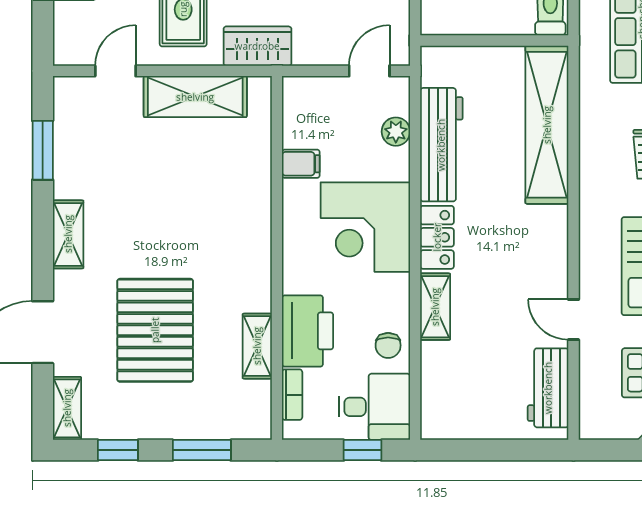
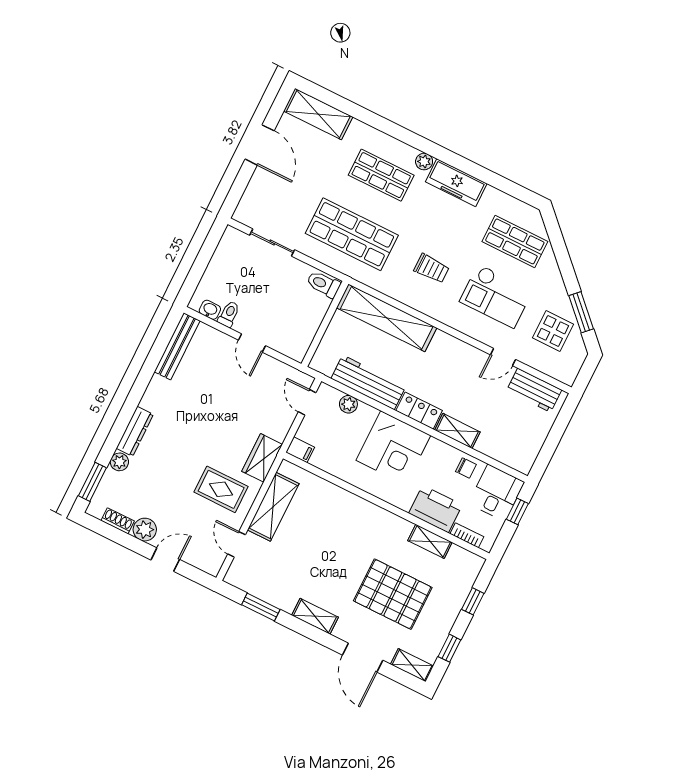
filing cabinet: (301, 164) -> (300, 450), moved, turned 90
window: (202, 450) -> (473, 601), width x0.67

